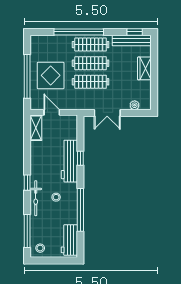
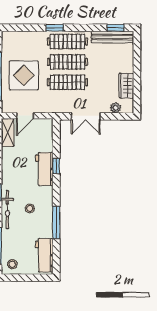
window: (79, 32) -> (55, 28), width x0.32
wardrobe: (144, 68) -> (126, 86), moved
door: (52, 112) -> (25, 116), swing flipped
workbench: (69, 161) -> (44, 169), width x0.73
window: (80, 210) -> (56, 222), width x0.68

